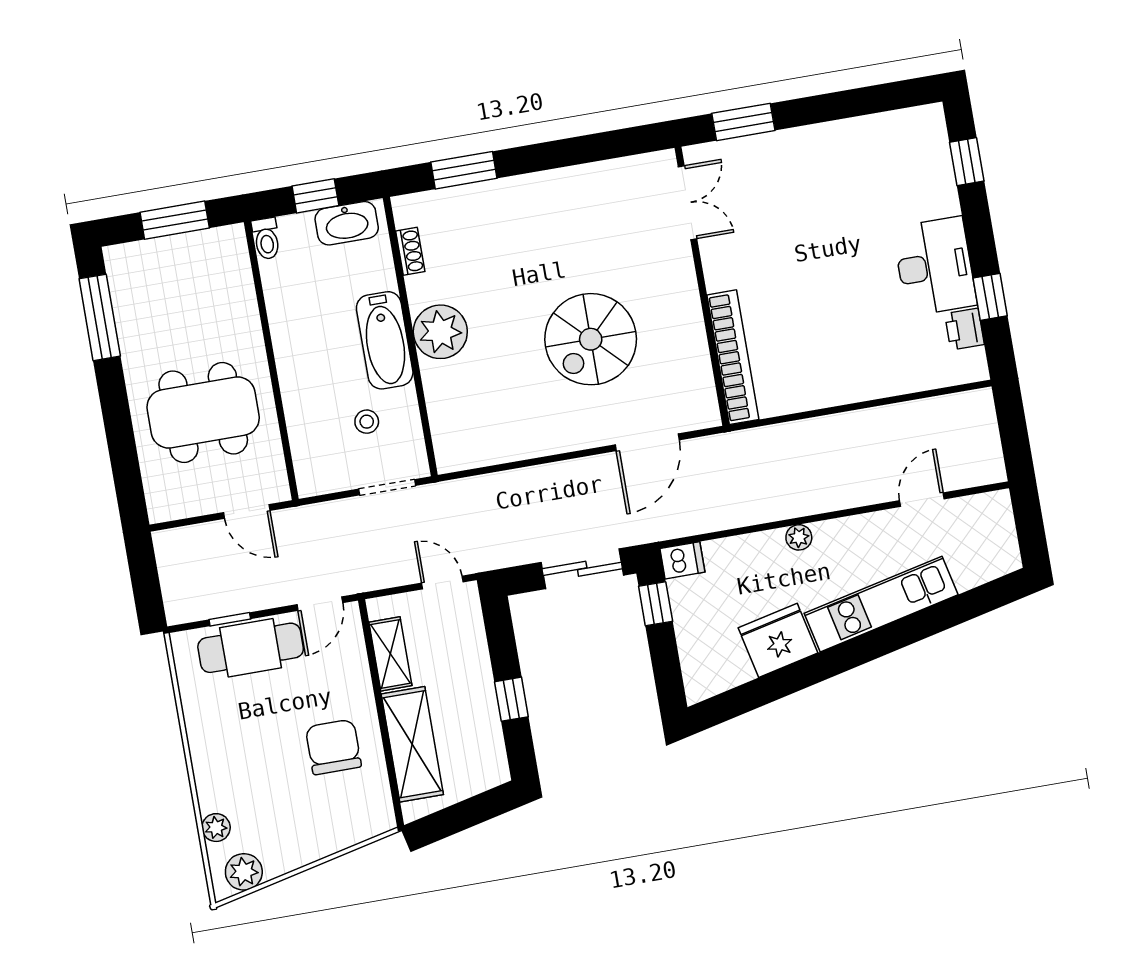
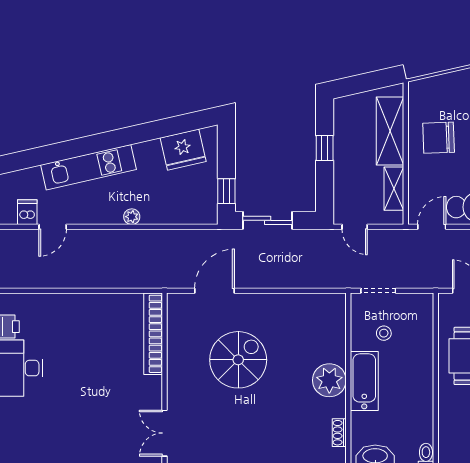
dishwasher: (682, 560) -> (27, 212), moved, turned 90
fridge: (778, 640) -> (183, 150), moved
chair: (333, 747) -> (439, 138), turned 88

